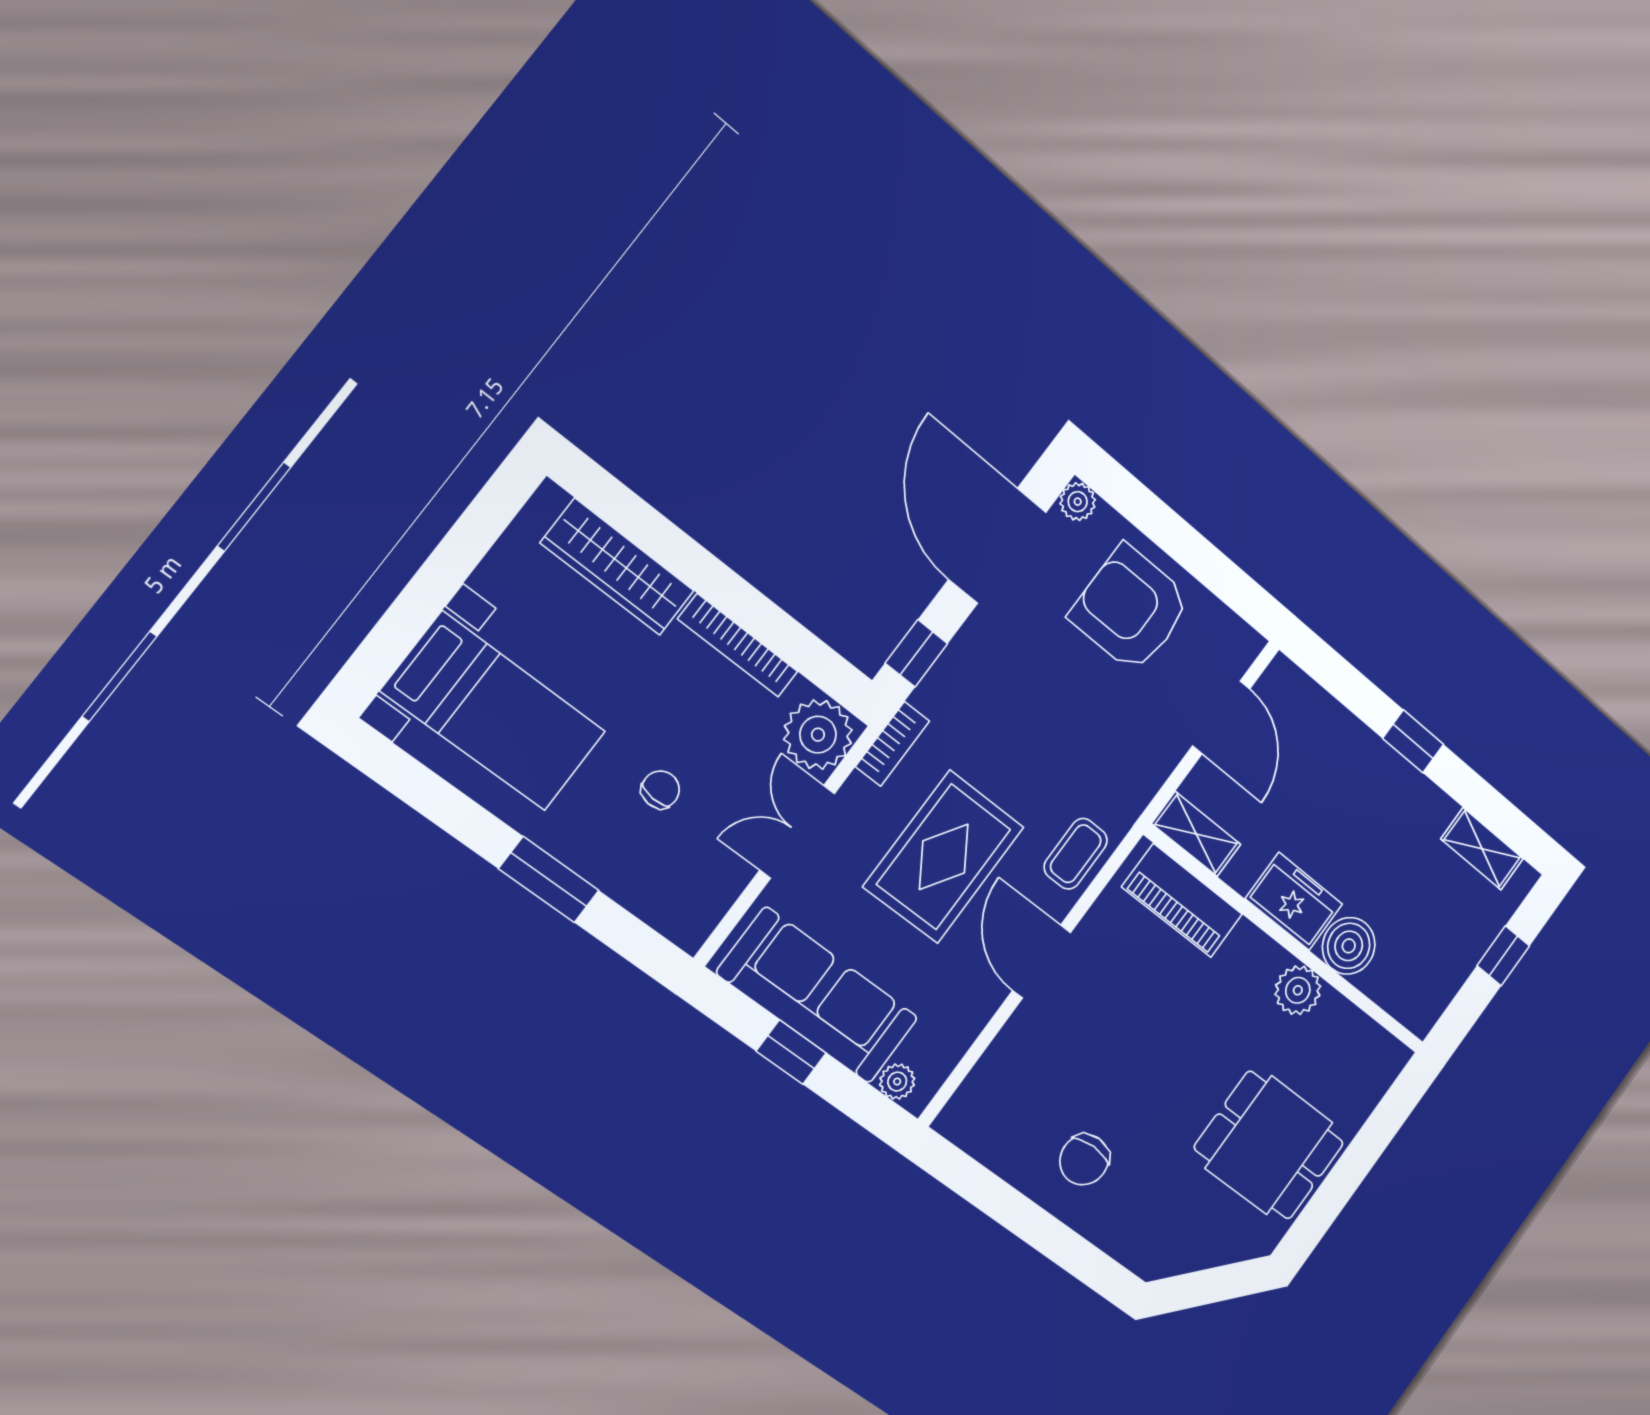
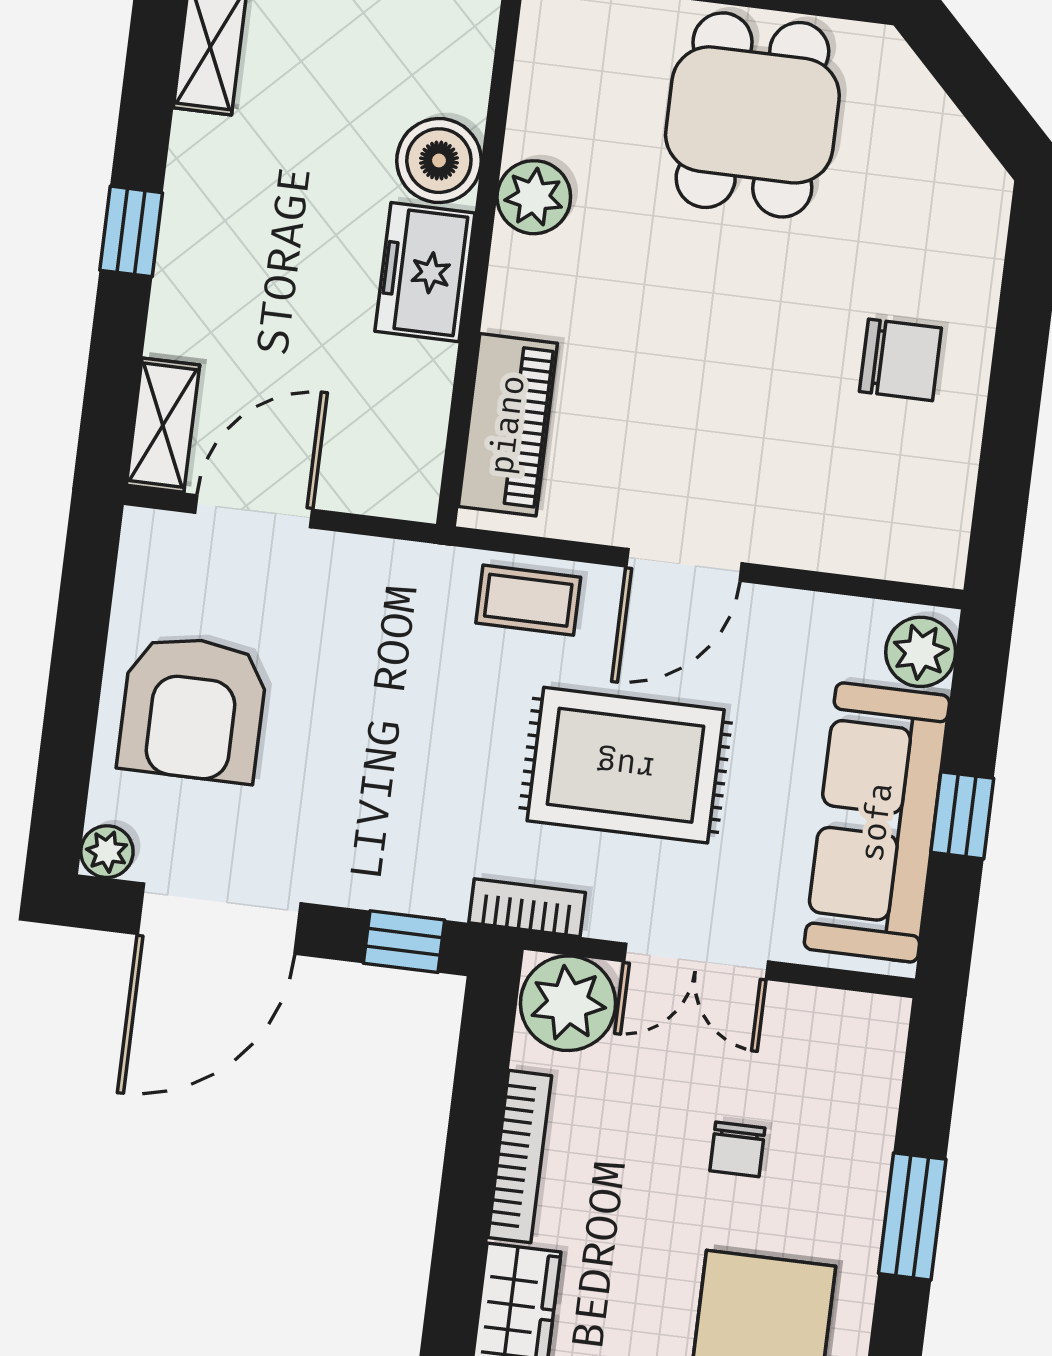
chair: (660, 790) -> (737, 1149), turned -94
shelving: (1196, 834) -> (163, 425), moved
plant: (897, 1082) -> (921, 652), width x1.38, depth x1.38

